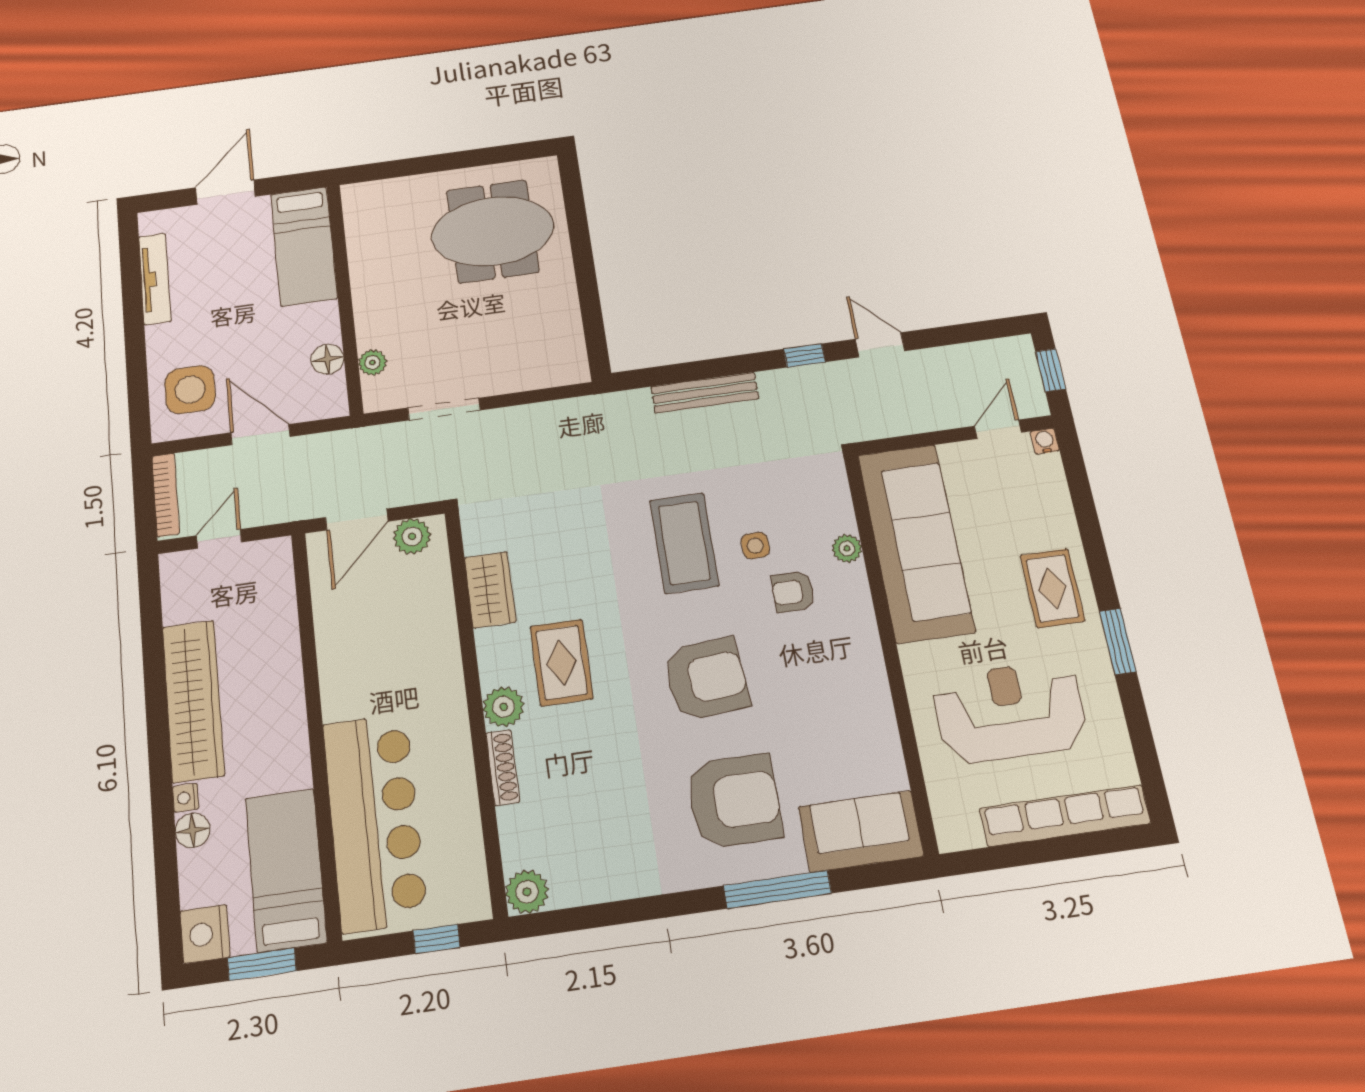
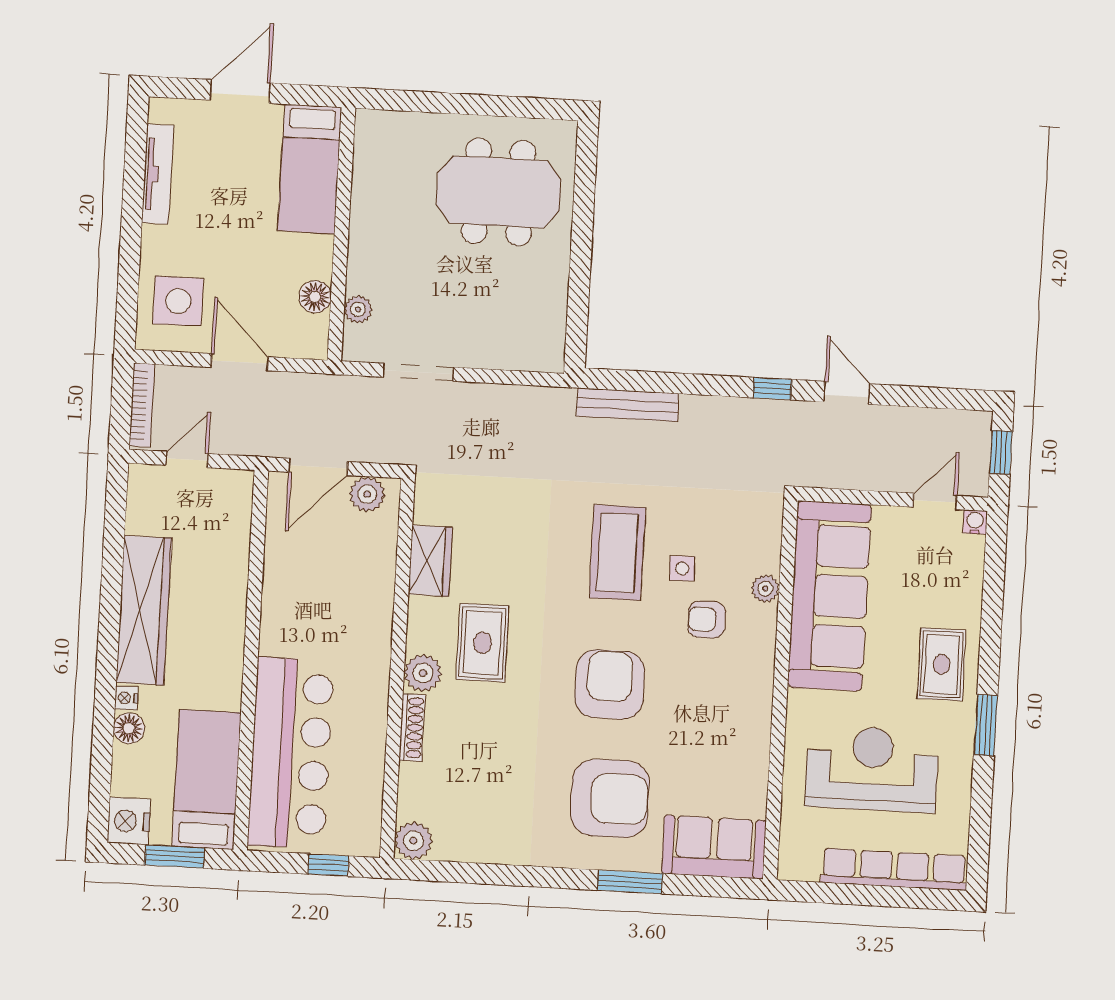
bench: (705, 393) -> (628, 405), moved
armchair: (706, 679) -> (610, 684), turned -85
window: (777, 889) -> (630, 882), width x0.69

